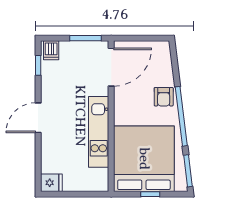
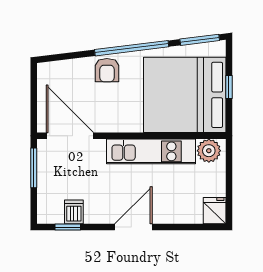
dishwasher: (51, 50) -> (74, 212), moved, turned -90
armchair: (164, 97) -> (107, 70), turned 90
door: (38, 118) -> (133, 227), swing flipped
plant: (99, 178) -> (209, 151), added

